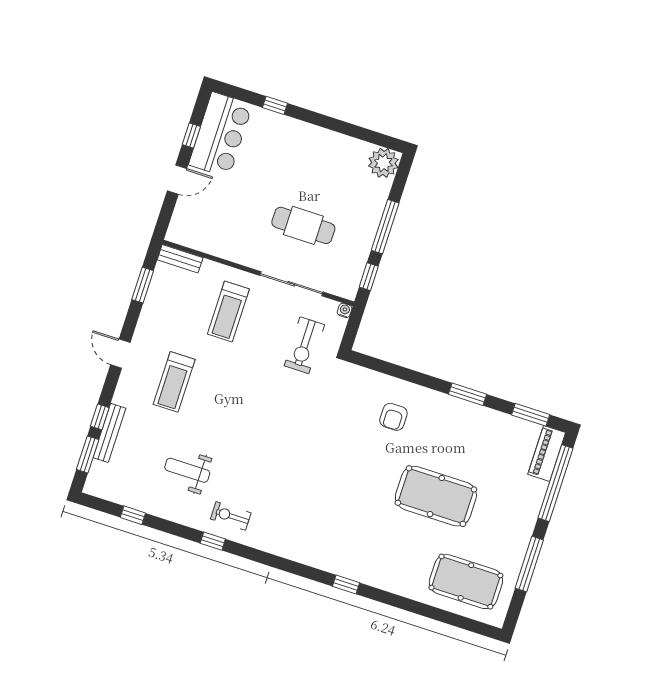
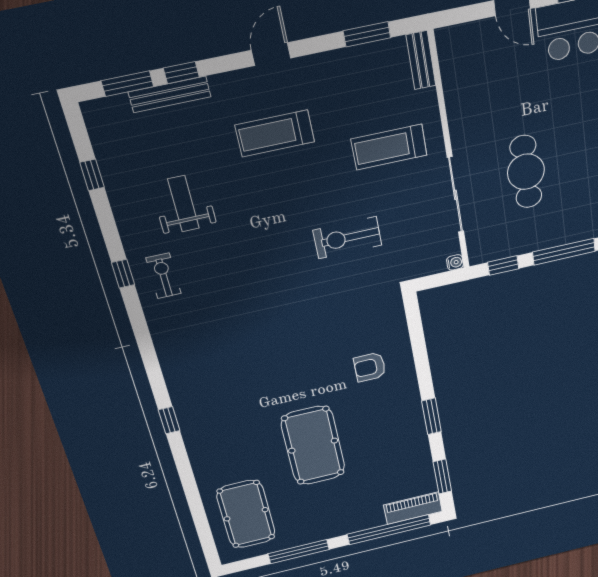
exercise bike: (304, 345) -> (347, 238), moved

